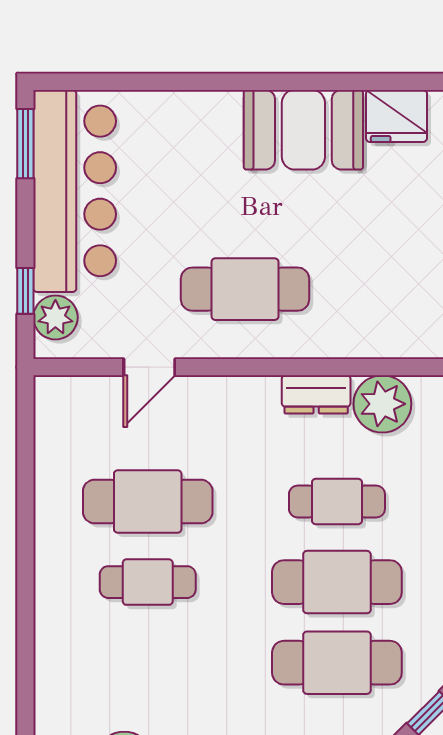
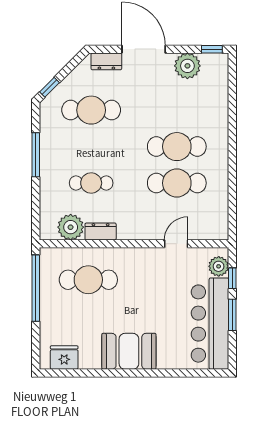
booth: (303, 130) -> (129, 351), moved
window: (25, 144) -> (232, 315), moved
cafe table: (245, 289) -> (88, 280), moved
cafe table: (148, 582) -> (177, 147), width x1.37, depth x1.35
cafe table: (337, 582) -> (91, 147), removed

